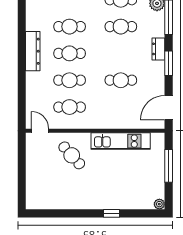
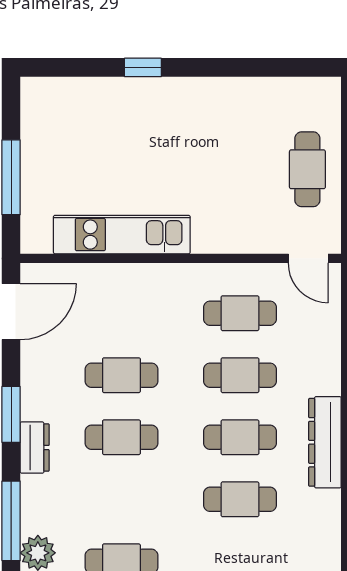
cafe table: (121, 27) -> (121, 437), moved
cafe table: (72, 155) -> (307, 169), moved, turned 42
plant: (159, 204) -> (33, 89), removed

